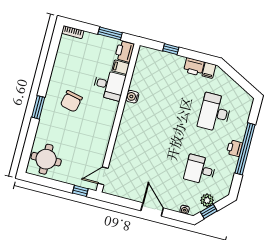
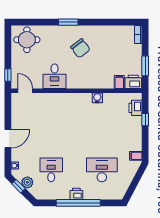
printer: (194, 67) -> (135, 108), moved
desk: (109, 85) -> (55, 76), moved
chair: (71, 101) -> (80, 48), turned -139

